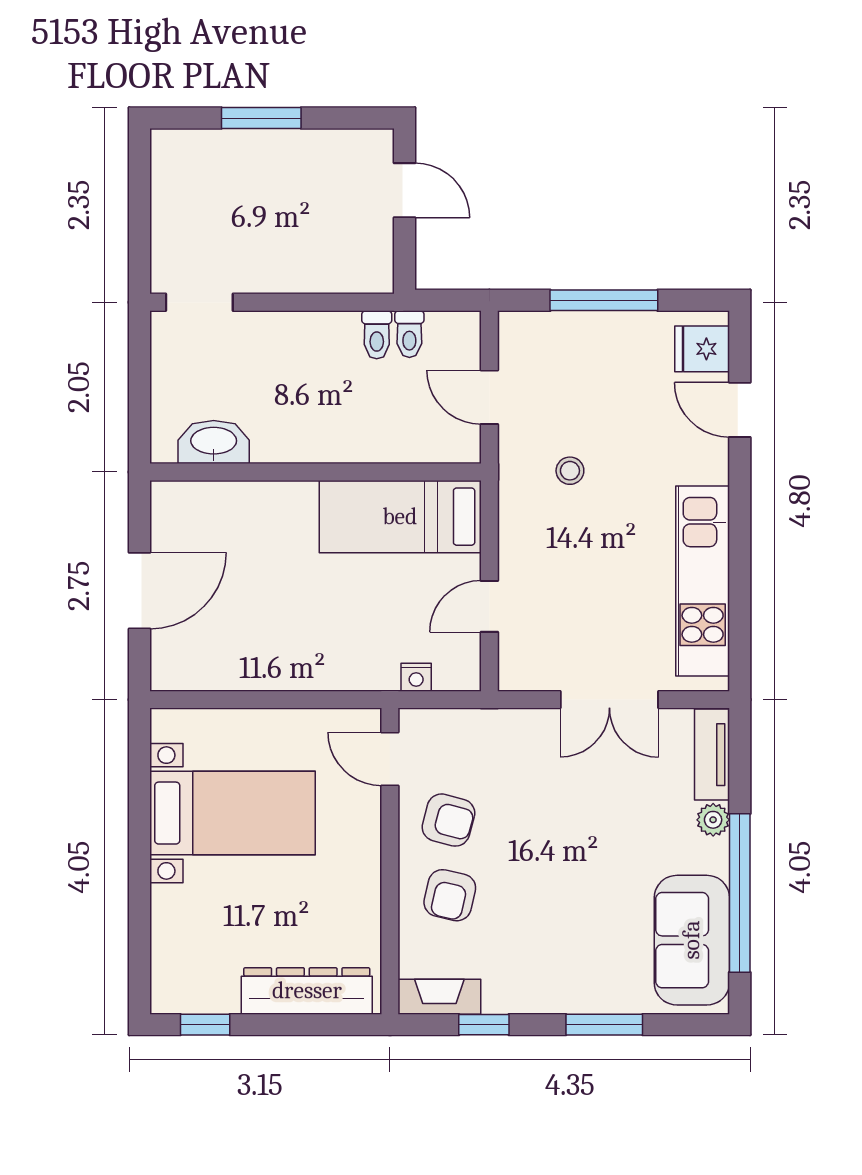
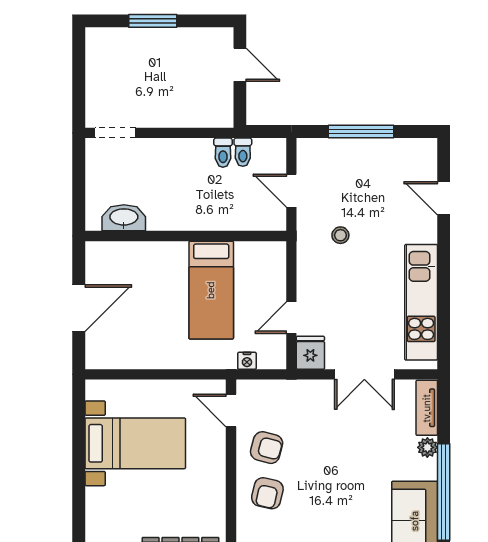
fridge: (702, 349) -> (310, 353), moved, turned 90
bed: (400, 517) -> (211, 290), moved, turned -90

